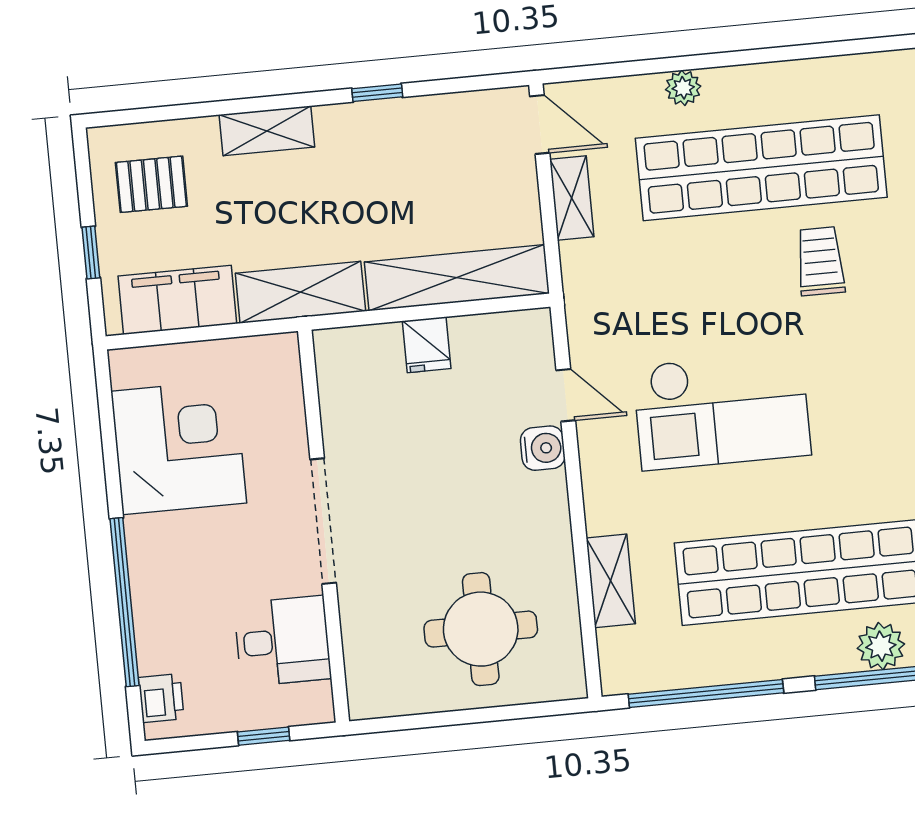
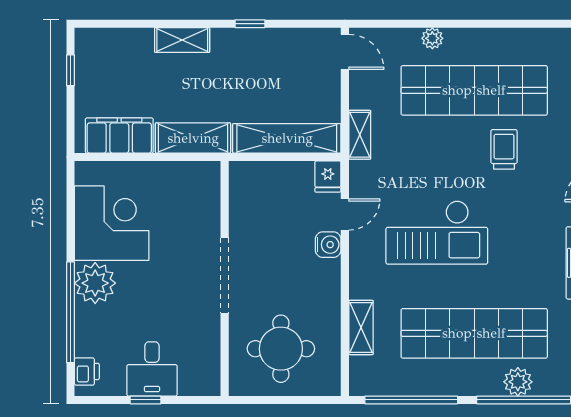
pallet: (151, 184) -> (110, 65), removed
shelving: (572, 198) -> (360, 135), moved
window: (91, 252) -> (71, 70), moved
fridge: (427, 345) -> (328, 176), moved
door: (566, 395) -> (345, 214), hinge flipped
doorway: (323, 521) -> (225, 275), moved
wall: (324, 526) -> (225, 278), moved
plant: (161, 549) -> (95, 283), added
desk: (282, 641) -> (152, 369), moved, turned 90

